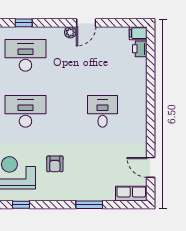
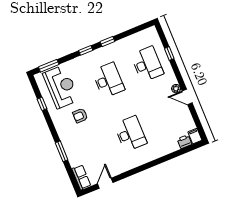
desk: (103, 111) -> (130, 134), width x1.37

